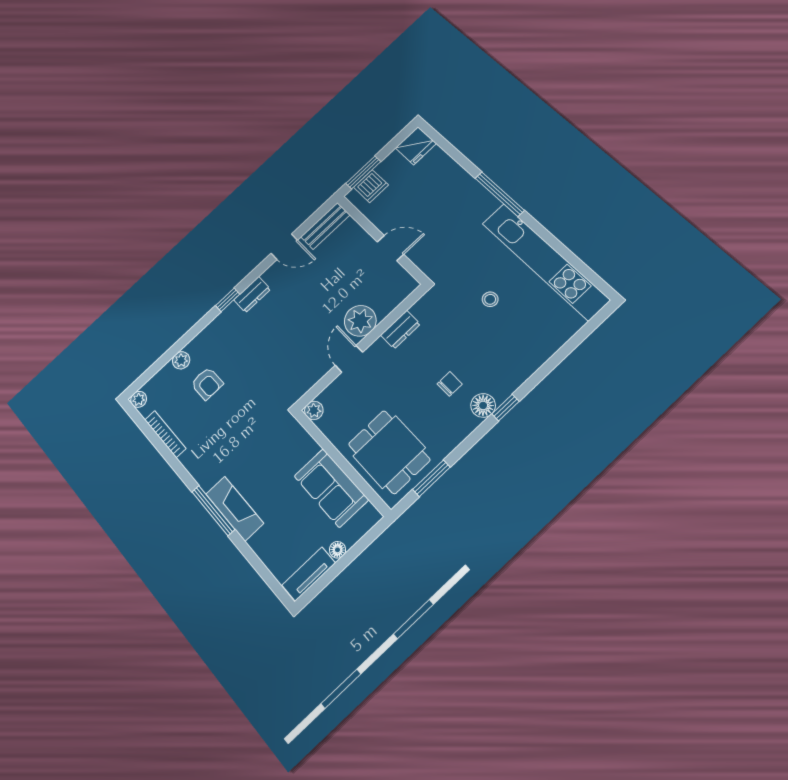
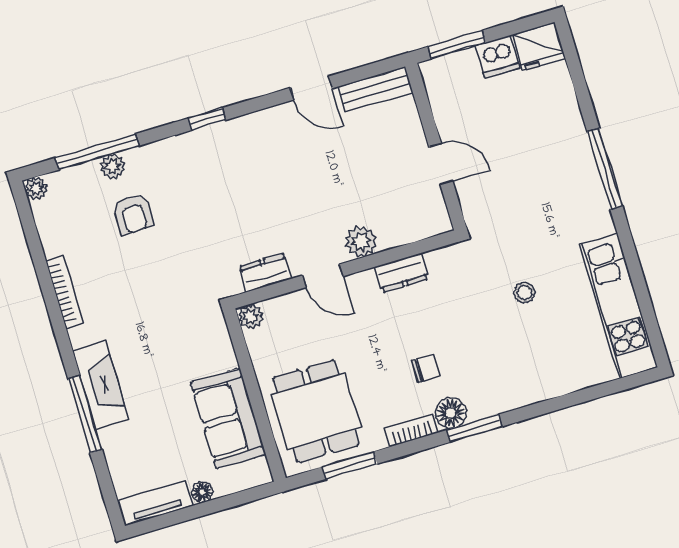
dishwasher: (371, 186) -> (497, 57), moved
kitchen unit: (545, 261) -> (619, 306), width x0.73
dresser: (252, 295) -> (265, 273), moved, turned 180
plant: (360, 321) -> (361, 242), width x0.73, depth x0.73
window: (168, 356) -> (97, 152), added
door: (349, 359) -> (323, 276), swing flipped
window: (505, 408) -> (474, 428), width x1.50
bookcase: (462, 432) -> (411, 430), added
bookcase: (165, 434) -> (65, 292), moved
window: (213, 511) -> (85, 414), moved

